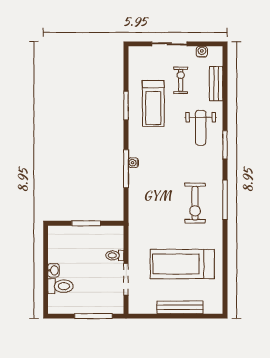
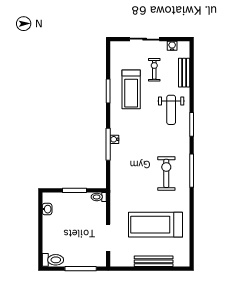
exercise bike: (195, 203) -> (166, 173), turned 180
toilet: (115, 255) -> (99, 197), moved
washbasin: (54, 270) -> (47, 209), moved
toilet: (60, 286) -> (53, 260), moved

